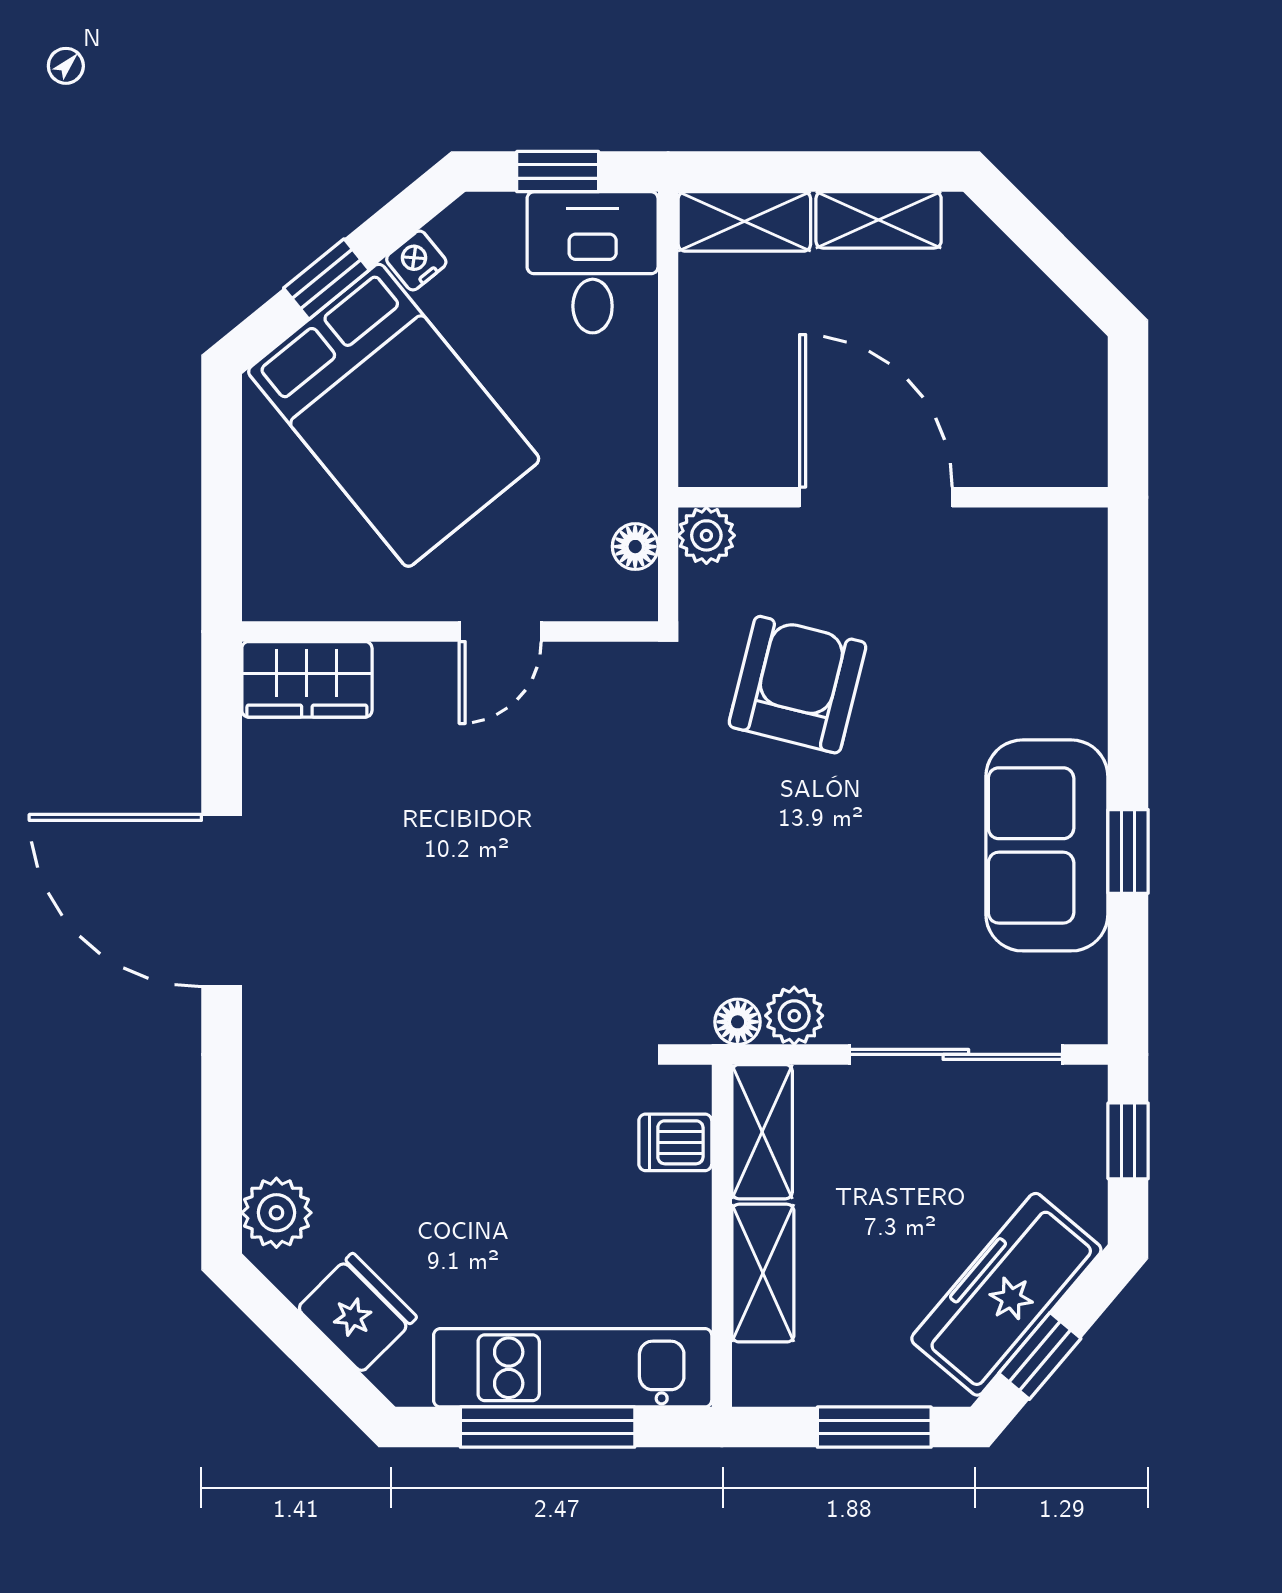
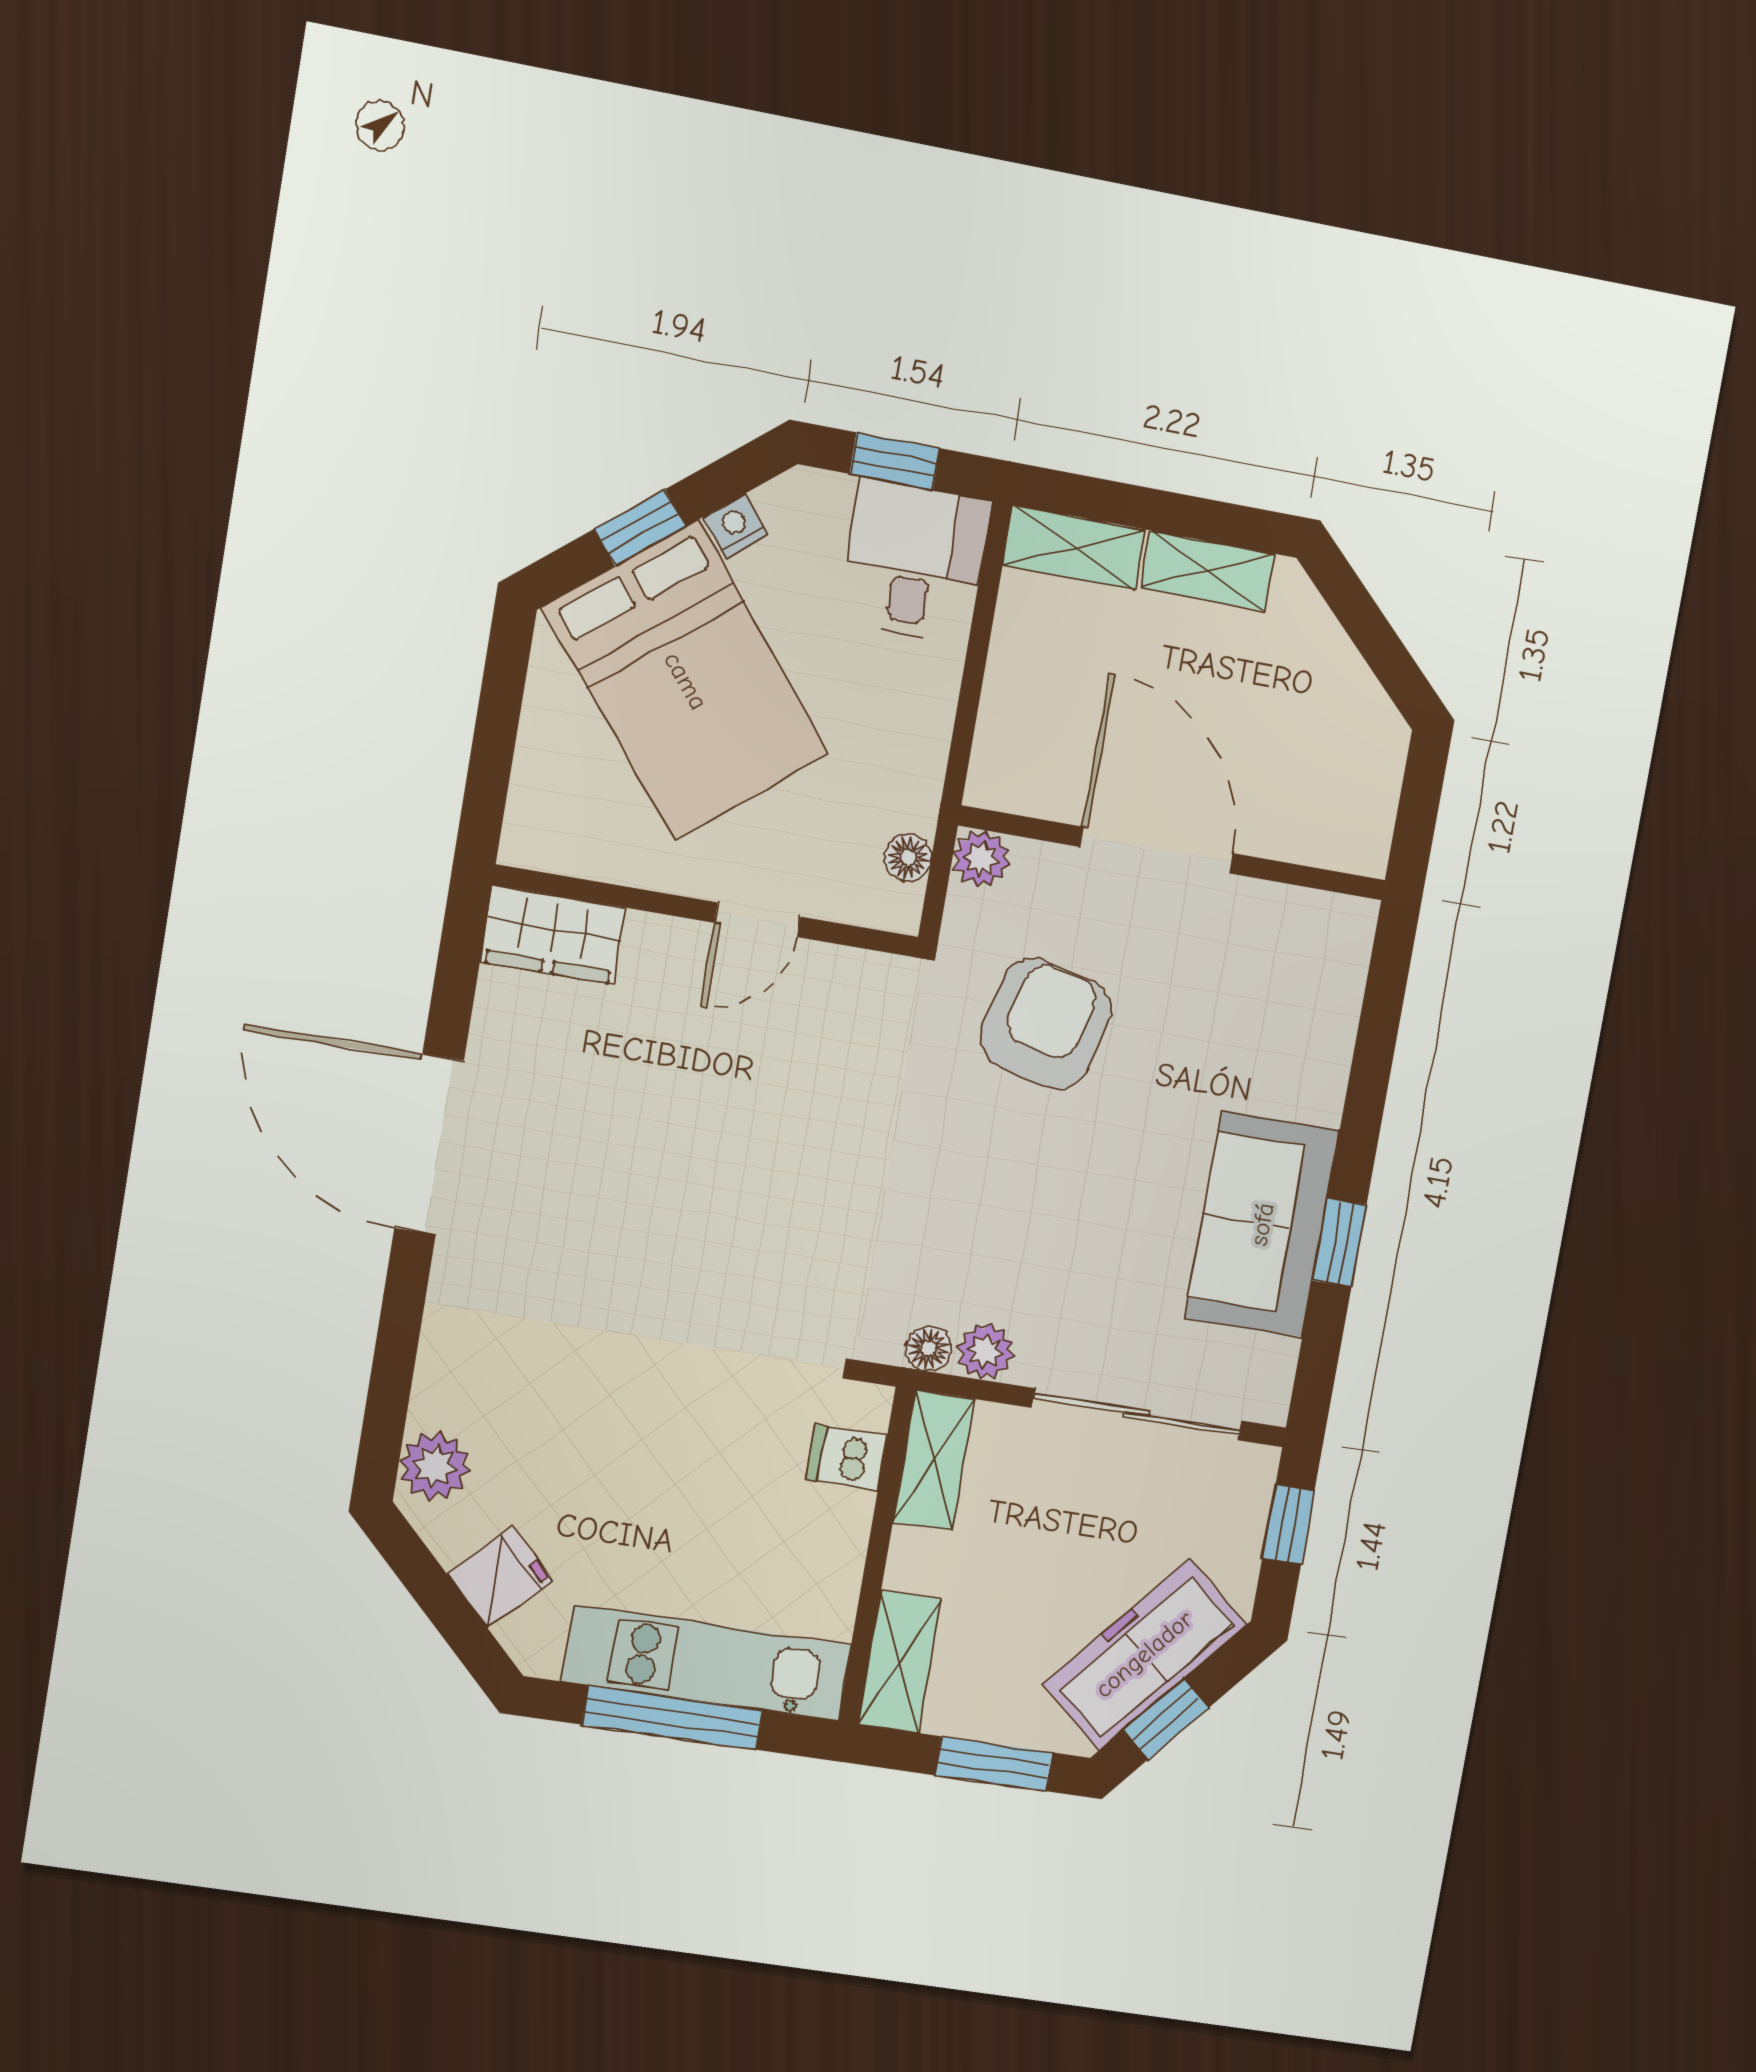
shelving: (763, 1273) -> (900, 1662), moved
fridge: (357, 1313) -> (500, 1577), width x0.72

